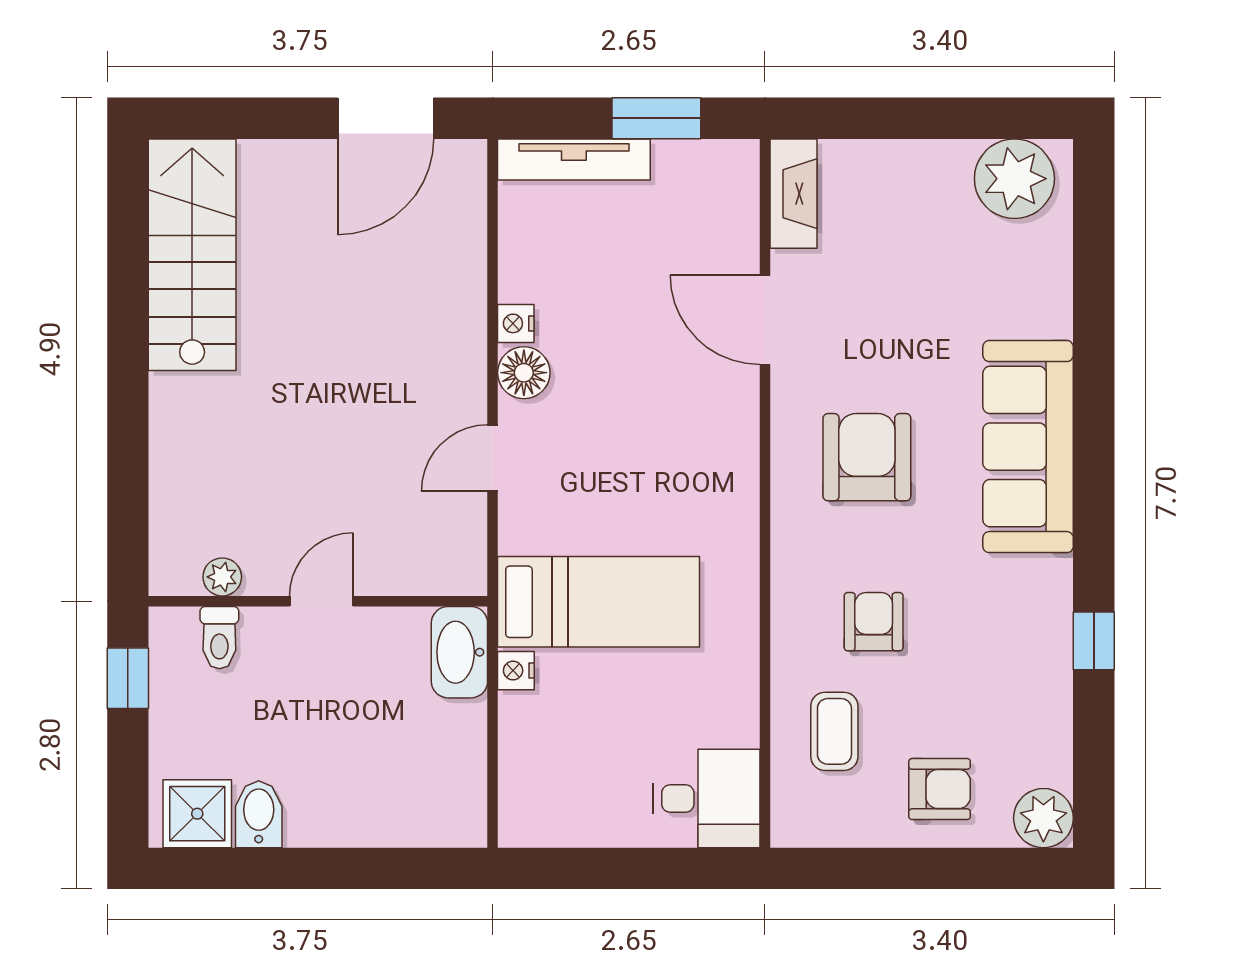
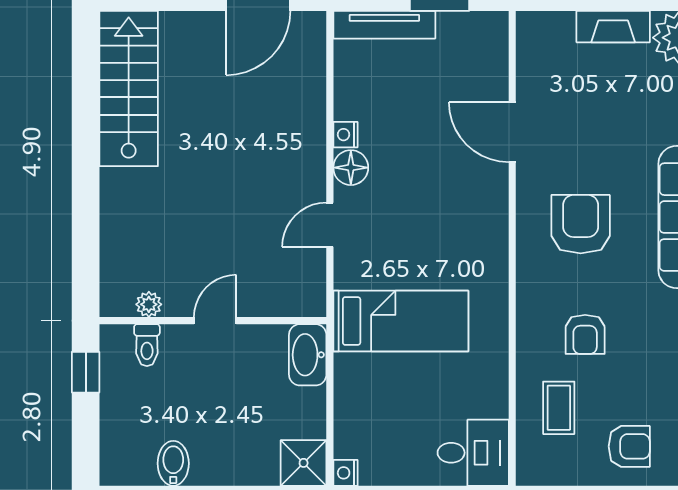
fireplace: (793, 194) -> (613, 27), moved, turned 90
armchair: (874, 622) -> (585, 334), turned 180
nightstand: (516, 671) -> (346, 473), moved
shower: (197, 814) -> (304, 463), moved

